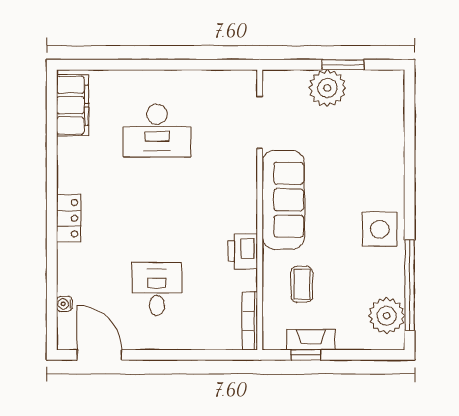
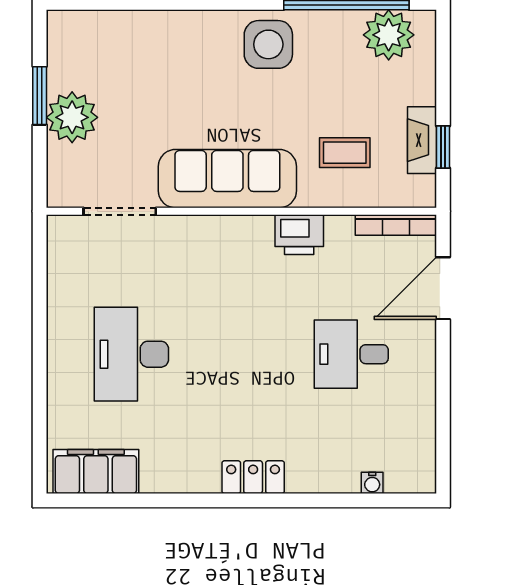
desk: (157, 131) -> (131, 354), turned 180
door: (99, 355) -> (443, 288), moved

